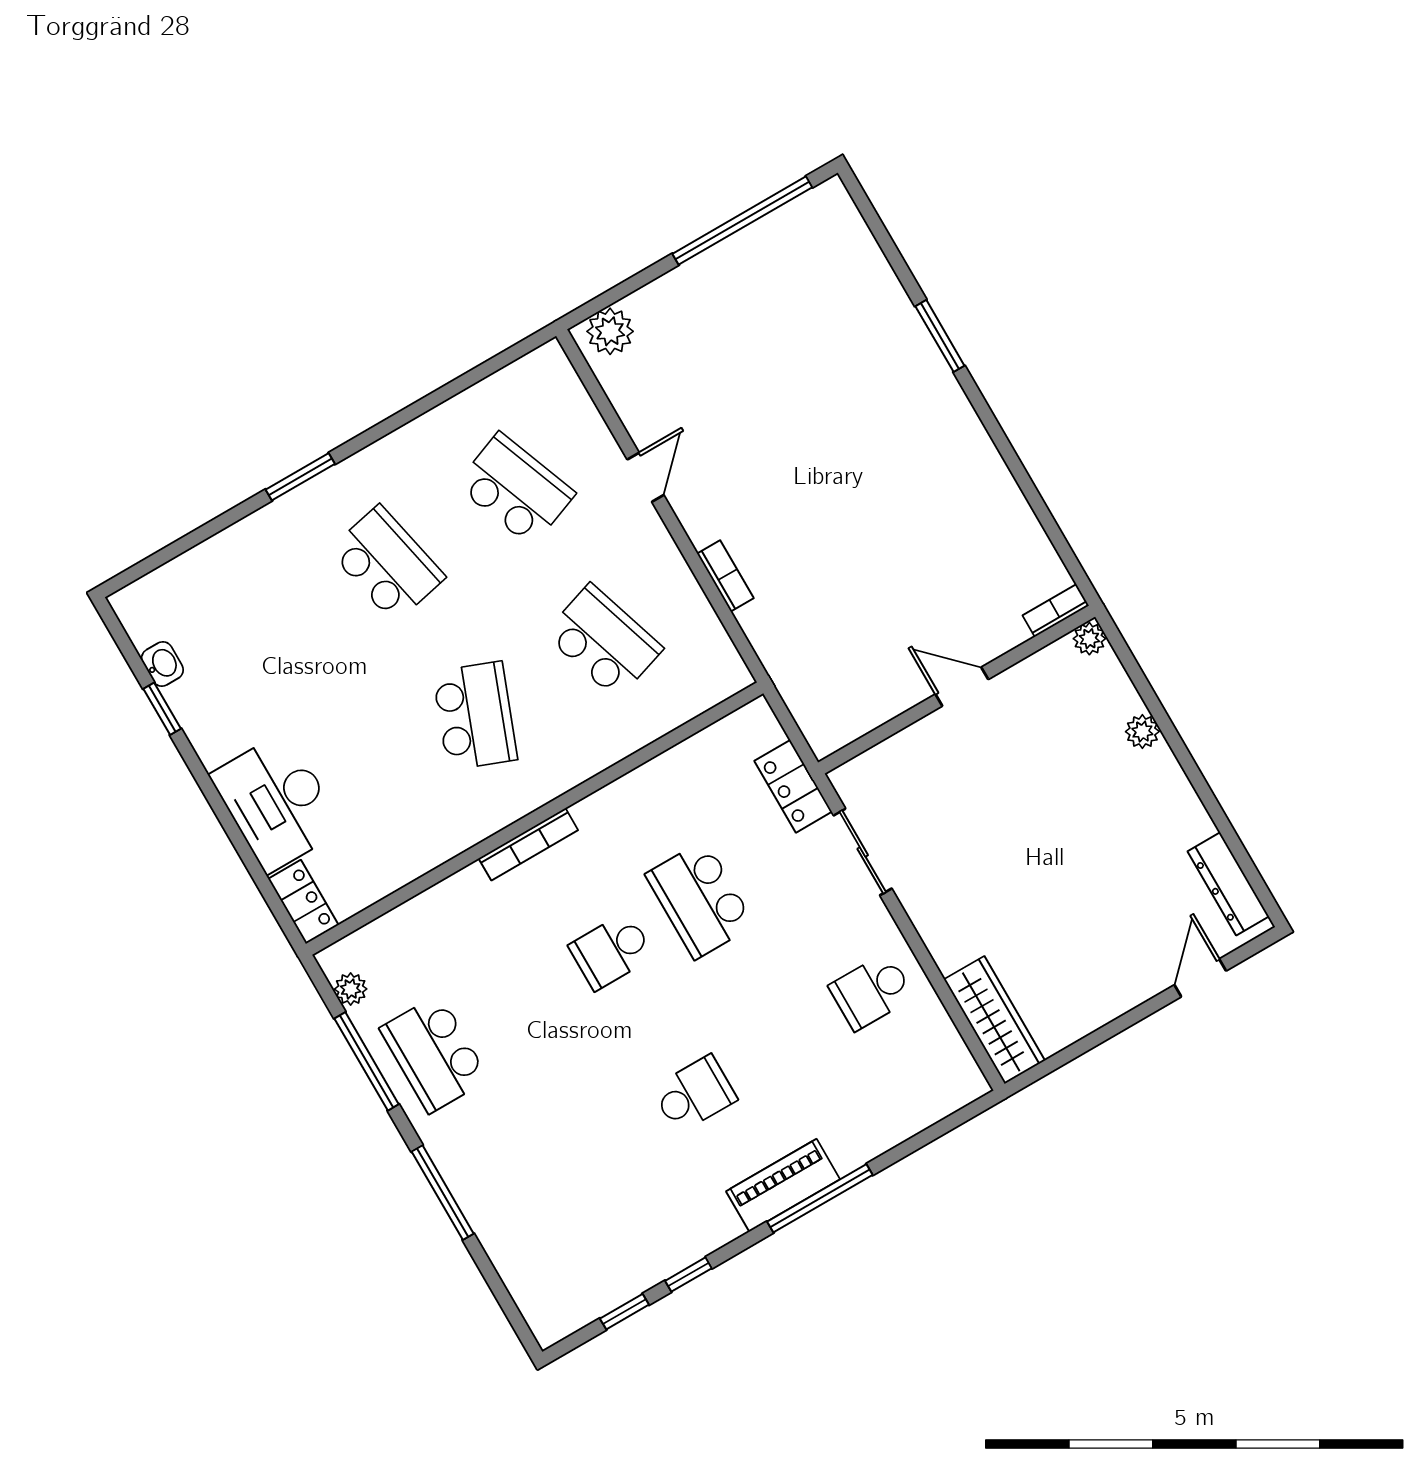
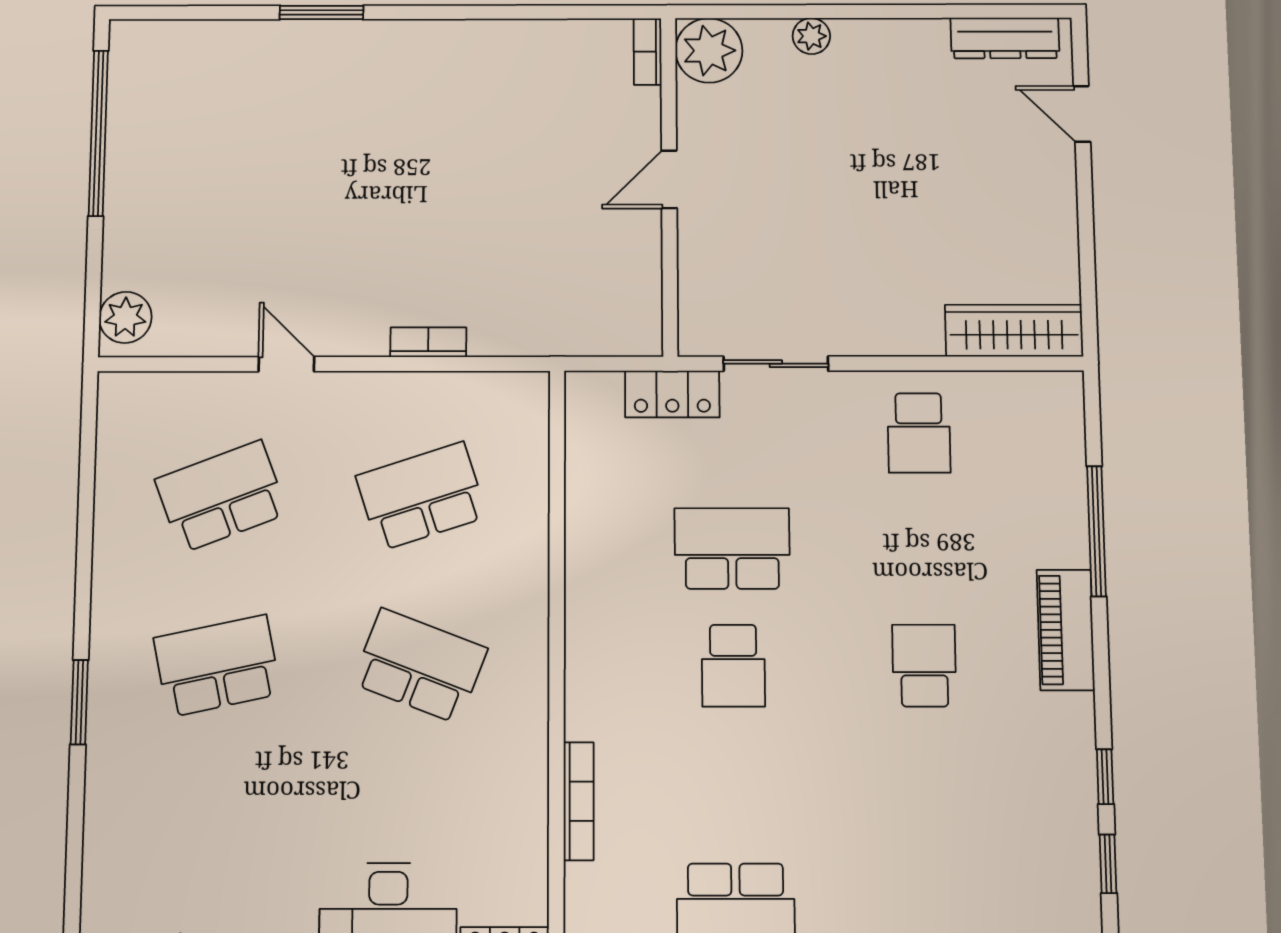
plant: (1089, 639) -> (709, 50), width x1.88, depth x1.88
bookcase: (528, 844) -> (579, 801), moved
school desk: (700, 900) -> (732, 548), turned 180
window: (820, 1198) -> (1096, 531), moved

